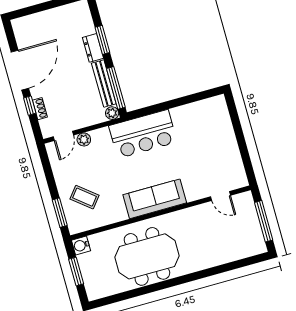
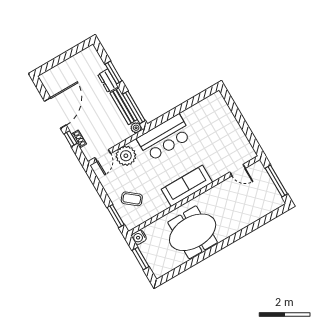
plant: (84, 139) -> (126, 156), width x1.88, depth x1.88

